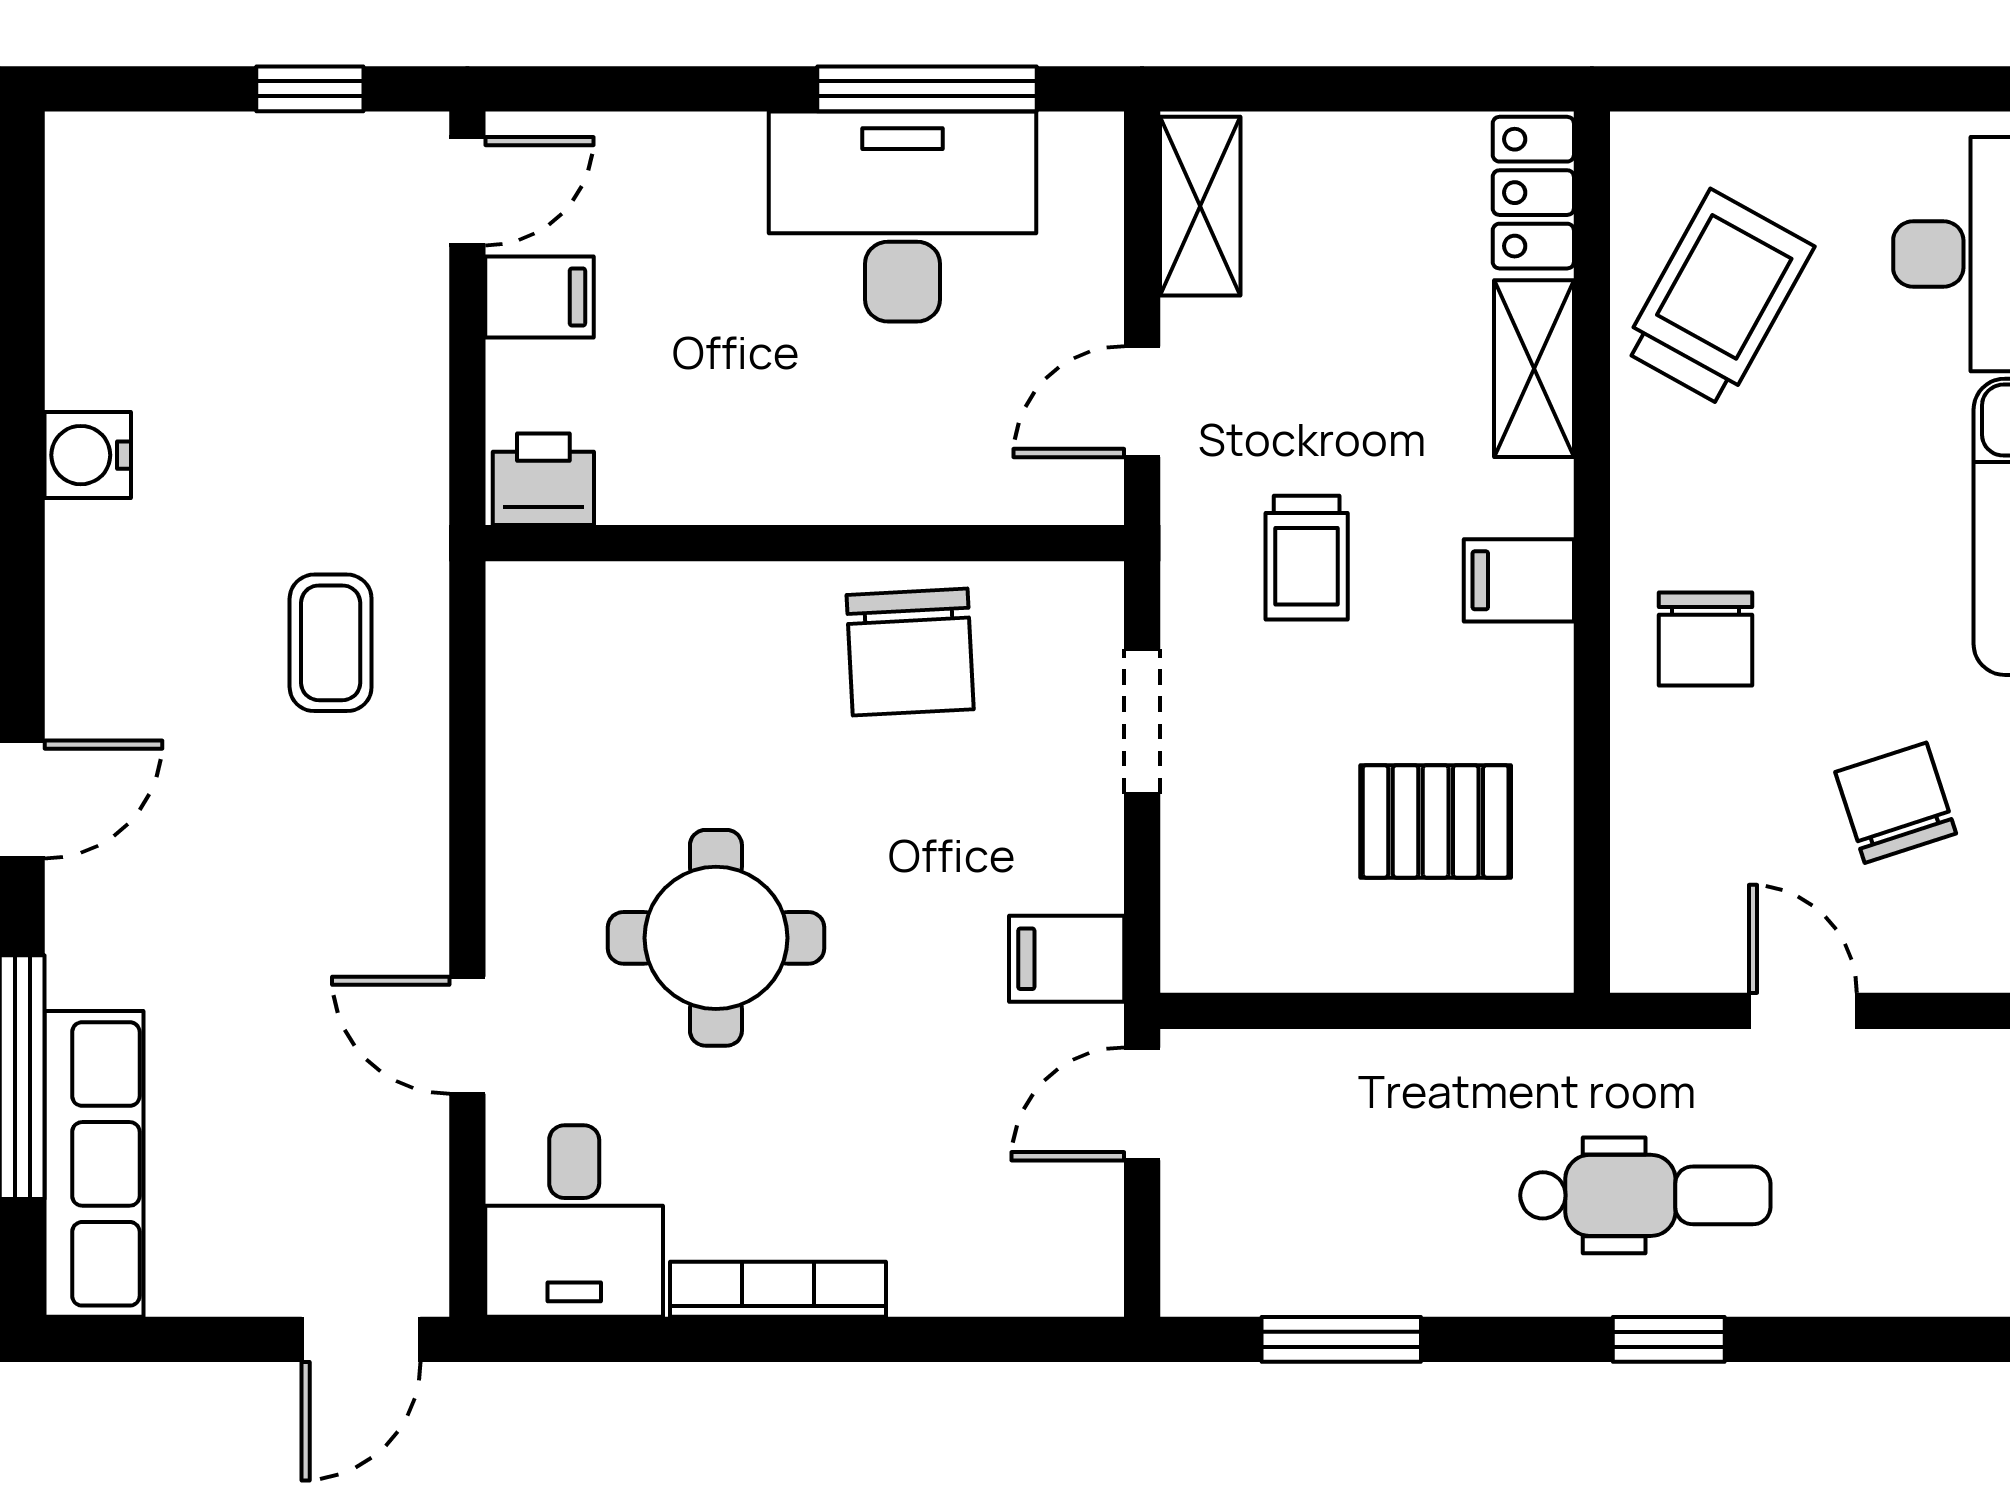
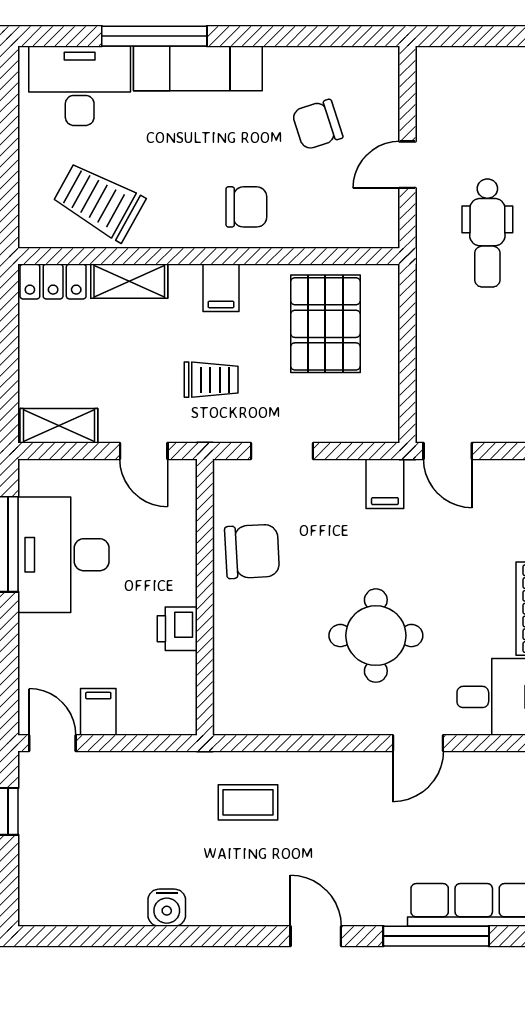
printer: (543, 479) -> (177, 629), moved
pallet: (1436, 821) -> (325, 324), width x1.50, depth x1.42
dental chair: (1645, 1195) -> (487, 233), turned 180

